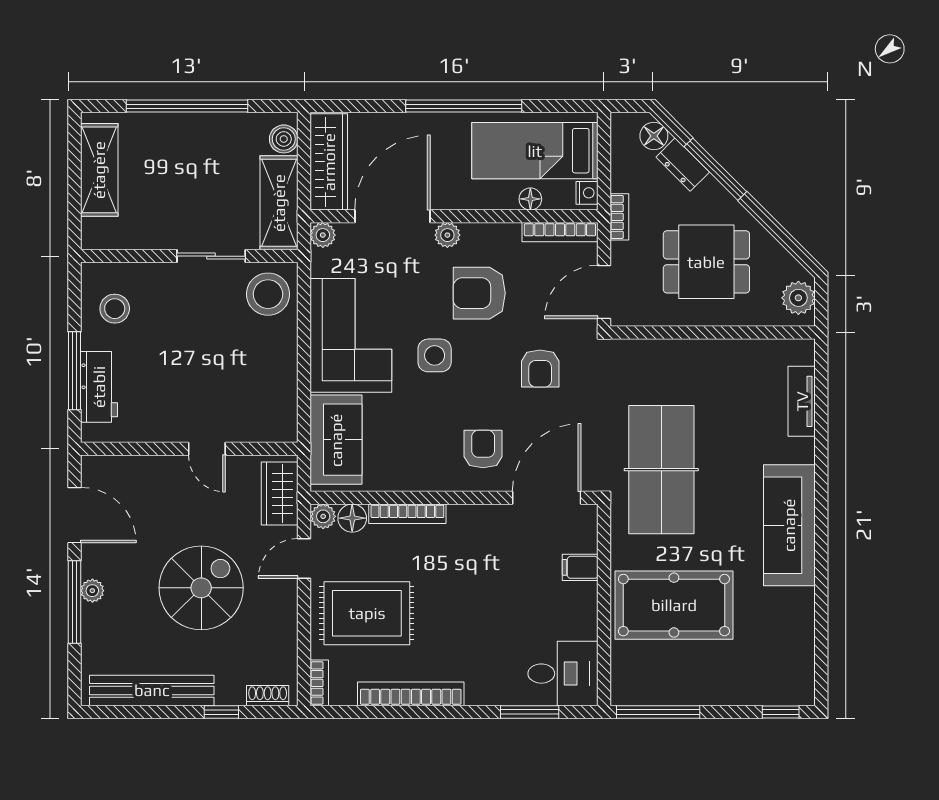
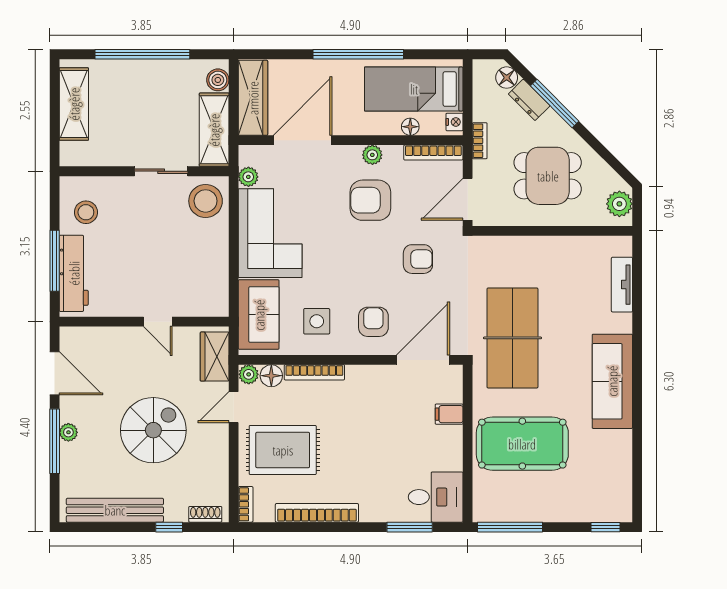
plant: (323, 235) -> (248, 177), moved
plant: (447, 235) -> (372, 155), moved
side table: (435, 355) -> (317, 321), moved
armchair: (540, 369) -> (418, 259), turned -90
workbench: (99, 387) -> (74, 273), width x1.38

